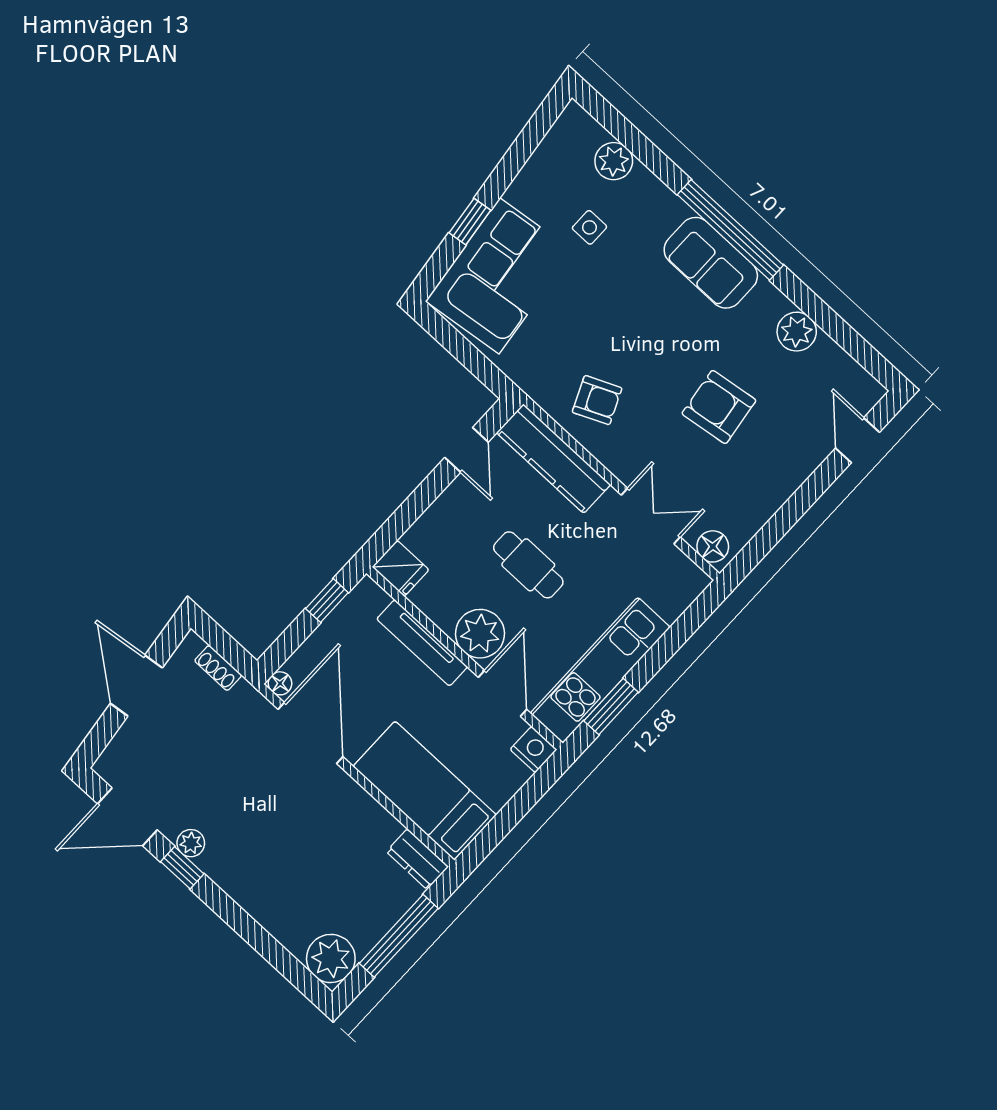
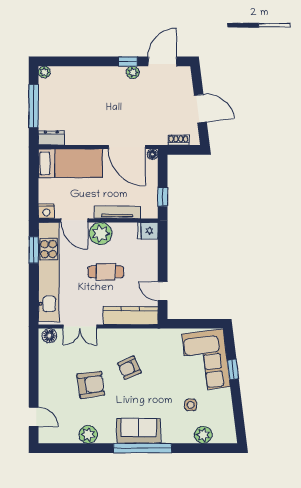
armchair: (597, 400) -> (129, 368), moved
kitchen unit: (600, 670) -> (49, 272), width x1.36
plant: (331, 958) -> (44, 72), width x0.53, depth x0.53

